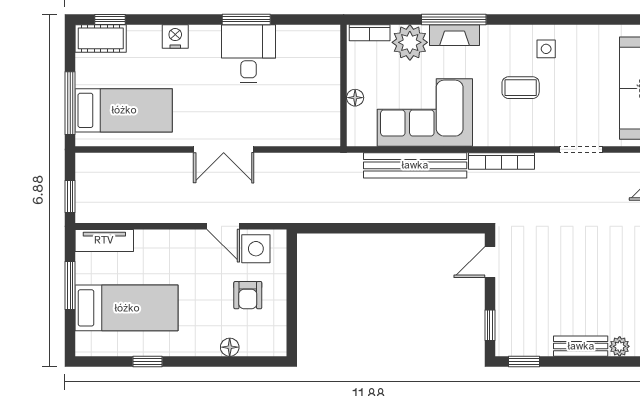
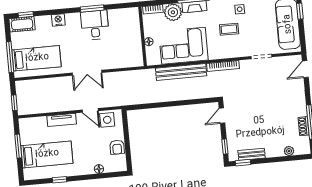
tv unit: (104, 240) -> (62, 120), moved
armchair: (248, 295) -> (117, 147), moved
bench: (581, 346) -> (252, 154), moved

